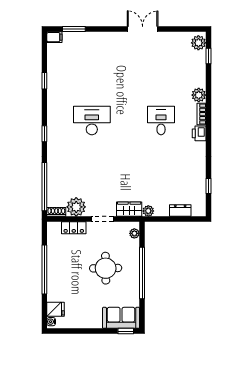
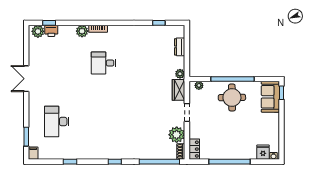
desk: (92, 121) -> (57, 121), moved
printer: (199, 133) -> (51, 31), moved
locker: (74, 228) -> (194, 149), moved
round table: (106, 268) -> (232, 98), moved

